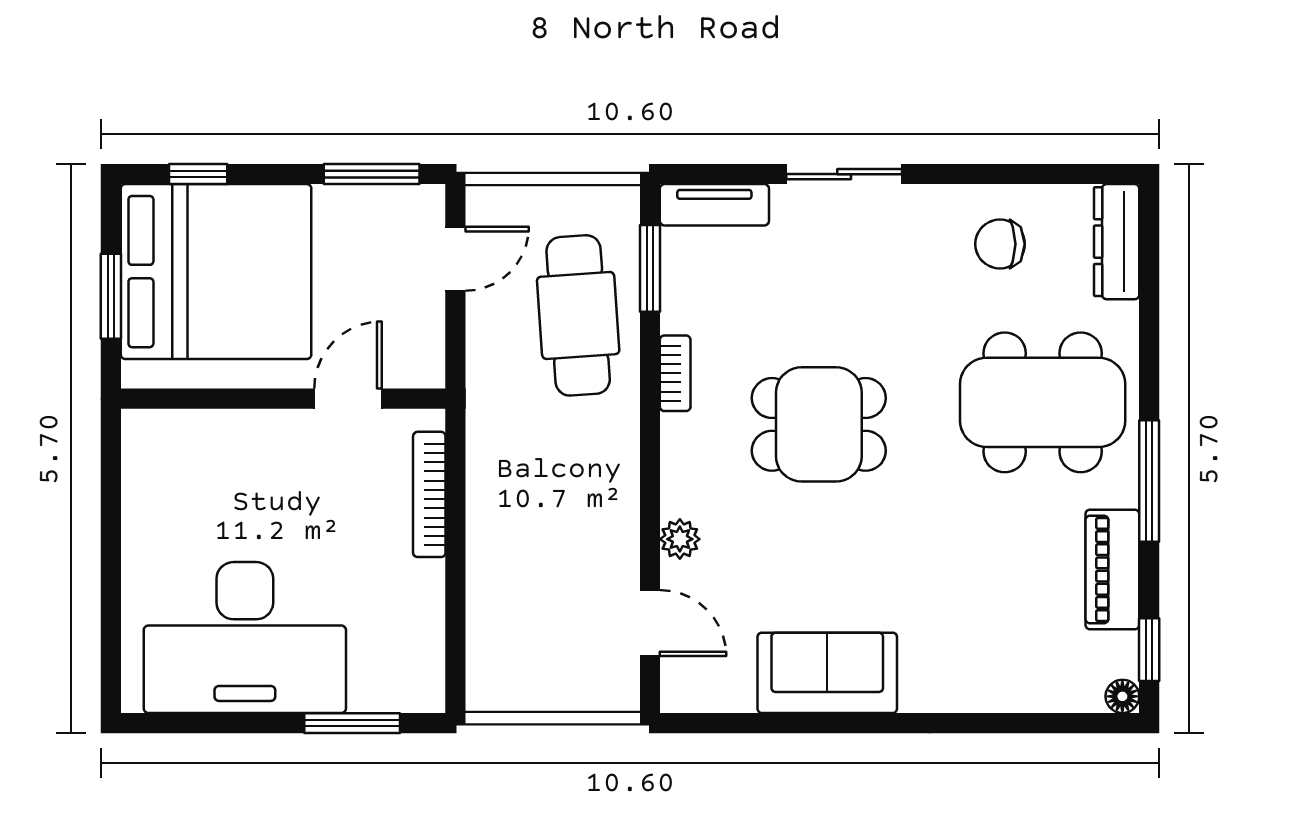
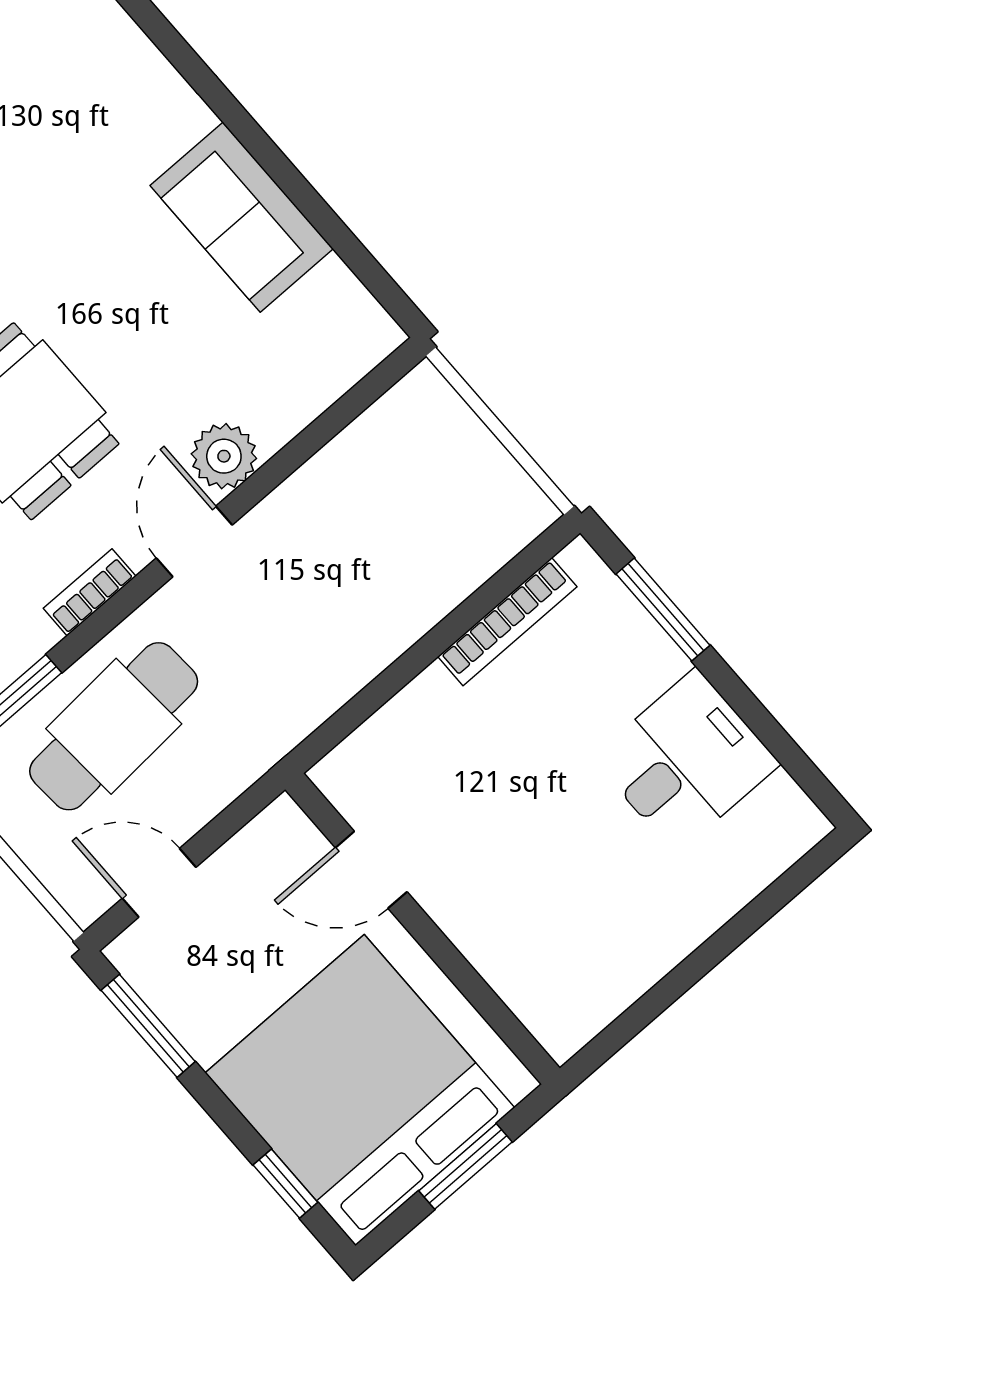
bookcase: (429, 494) -> (507, 622), moved
plant: (680, 539) -> (224, 456), width x1.38, depth x1.38
door: (650, 623) -> (194, 541), moved
desk: (245, 638) -> (686, 761), width x0.53, depth x0.77

